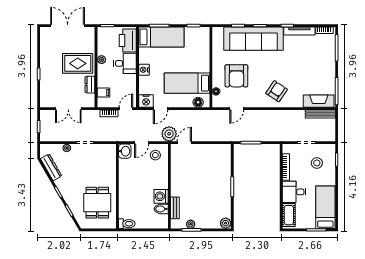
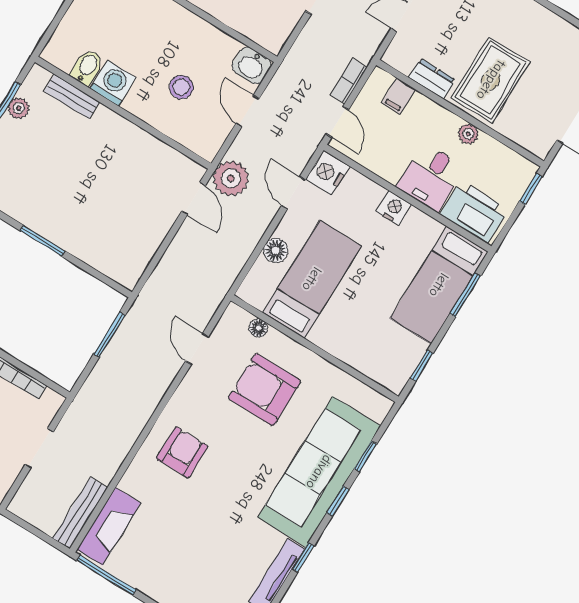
armchair: (277, 91) -> (182, 452), turned -124
floor lamp: (198, 102) -> (276, 250), moved
stool: (155, 155) -> (181, 87), moved

